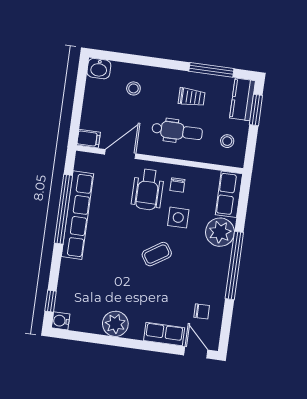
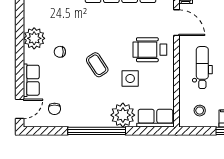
dental chair: (177, 131) -> (202, 68), turned 180
chair: (177, 185) -> (60, 52), moved

